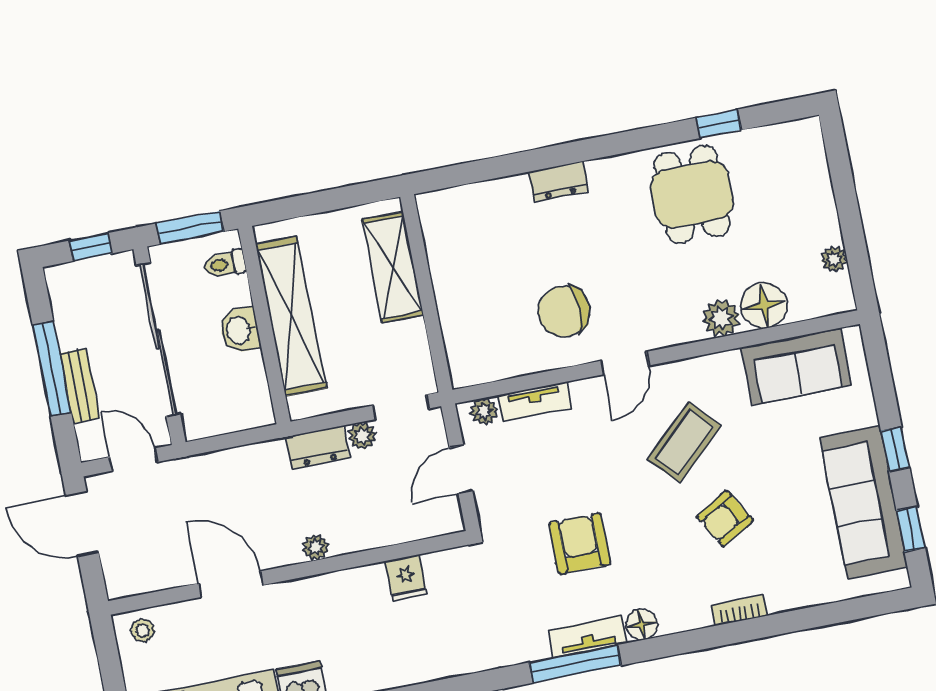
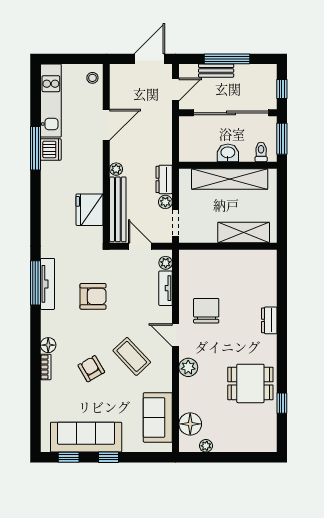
floor lamp: (764, 305) -> (190, 424), moved
plant: (721, 318) -> (188, 367), moved
bench: (396, 528) -> (118, 209), added
fridge: (406, 578) -> (90, 210), width x1.88, depth x1.34
floor lamp: (641, 625) -> (48, 345), moved
tv unit: (587, 637) -> (47, 284), width x1.41

